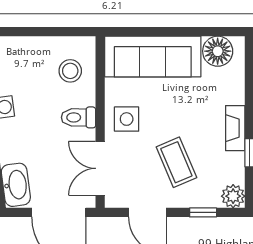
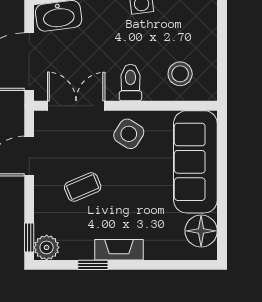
side table: (127, 119) -> (129, 134), turned 32
coffee table: (176, 162) -> (83, 187), width x0.73, depth x0.77
window: (203, 212) -> (29, 238), moved

